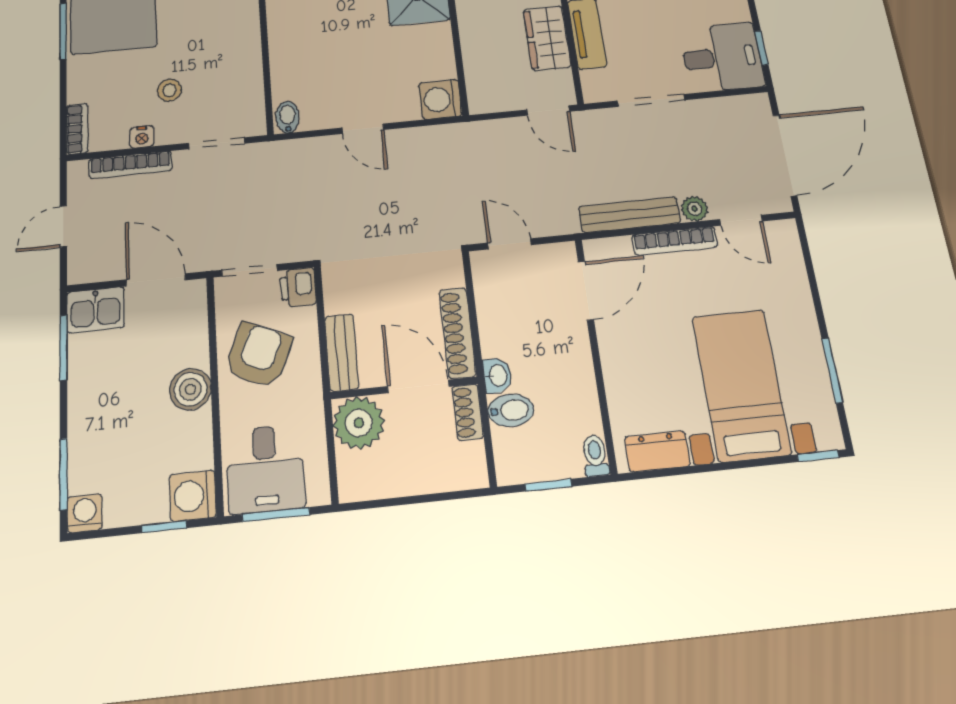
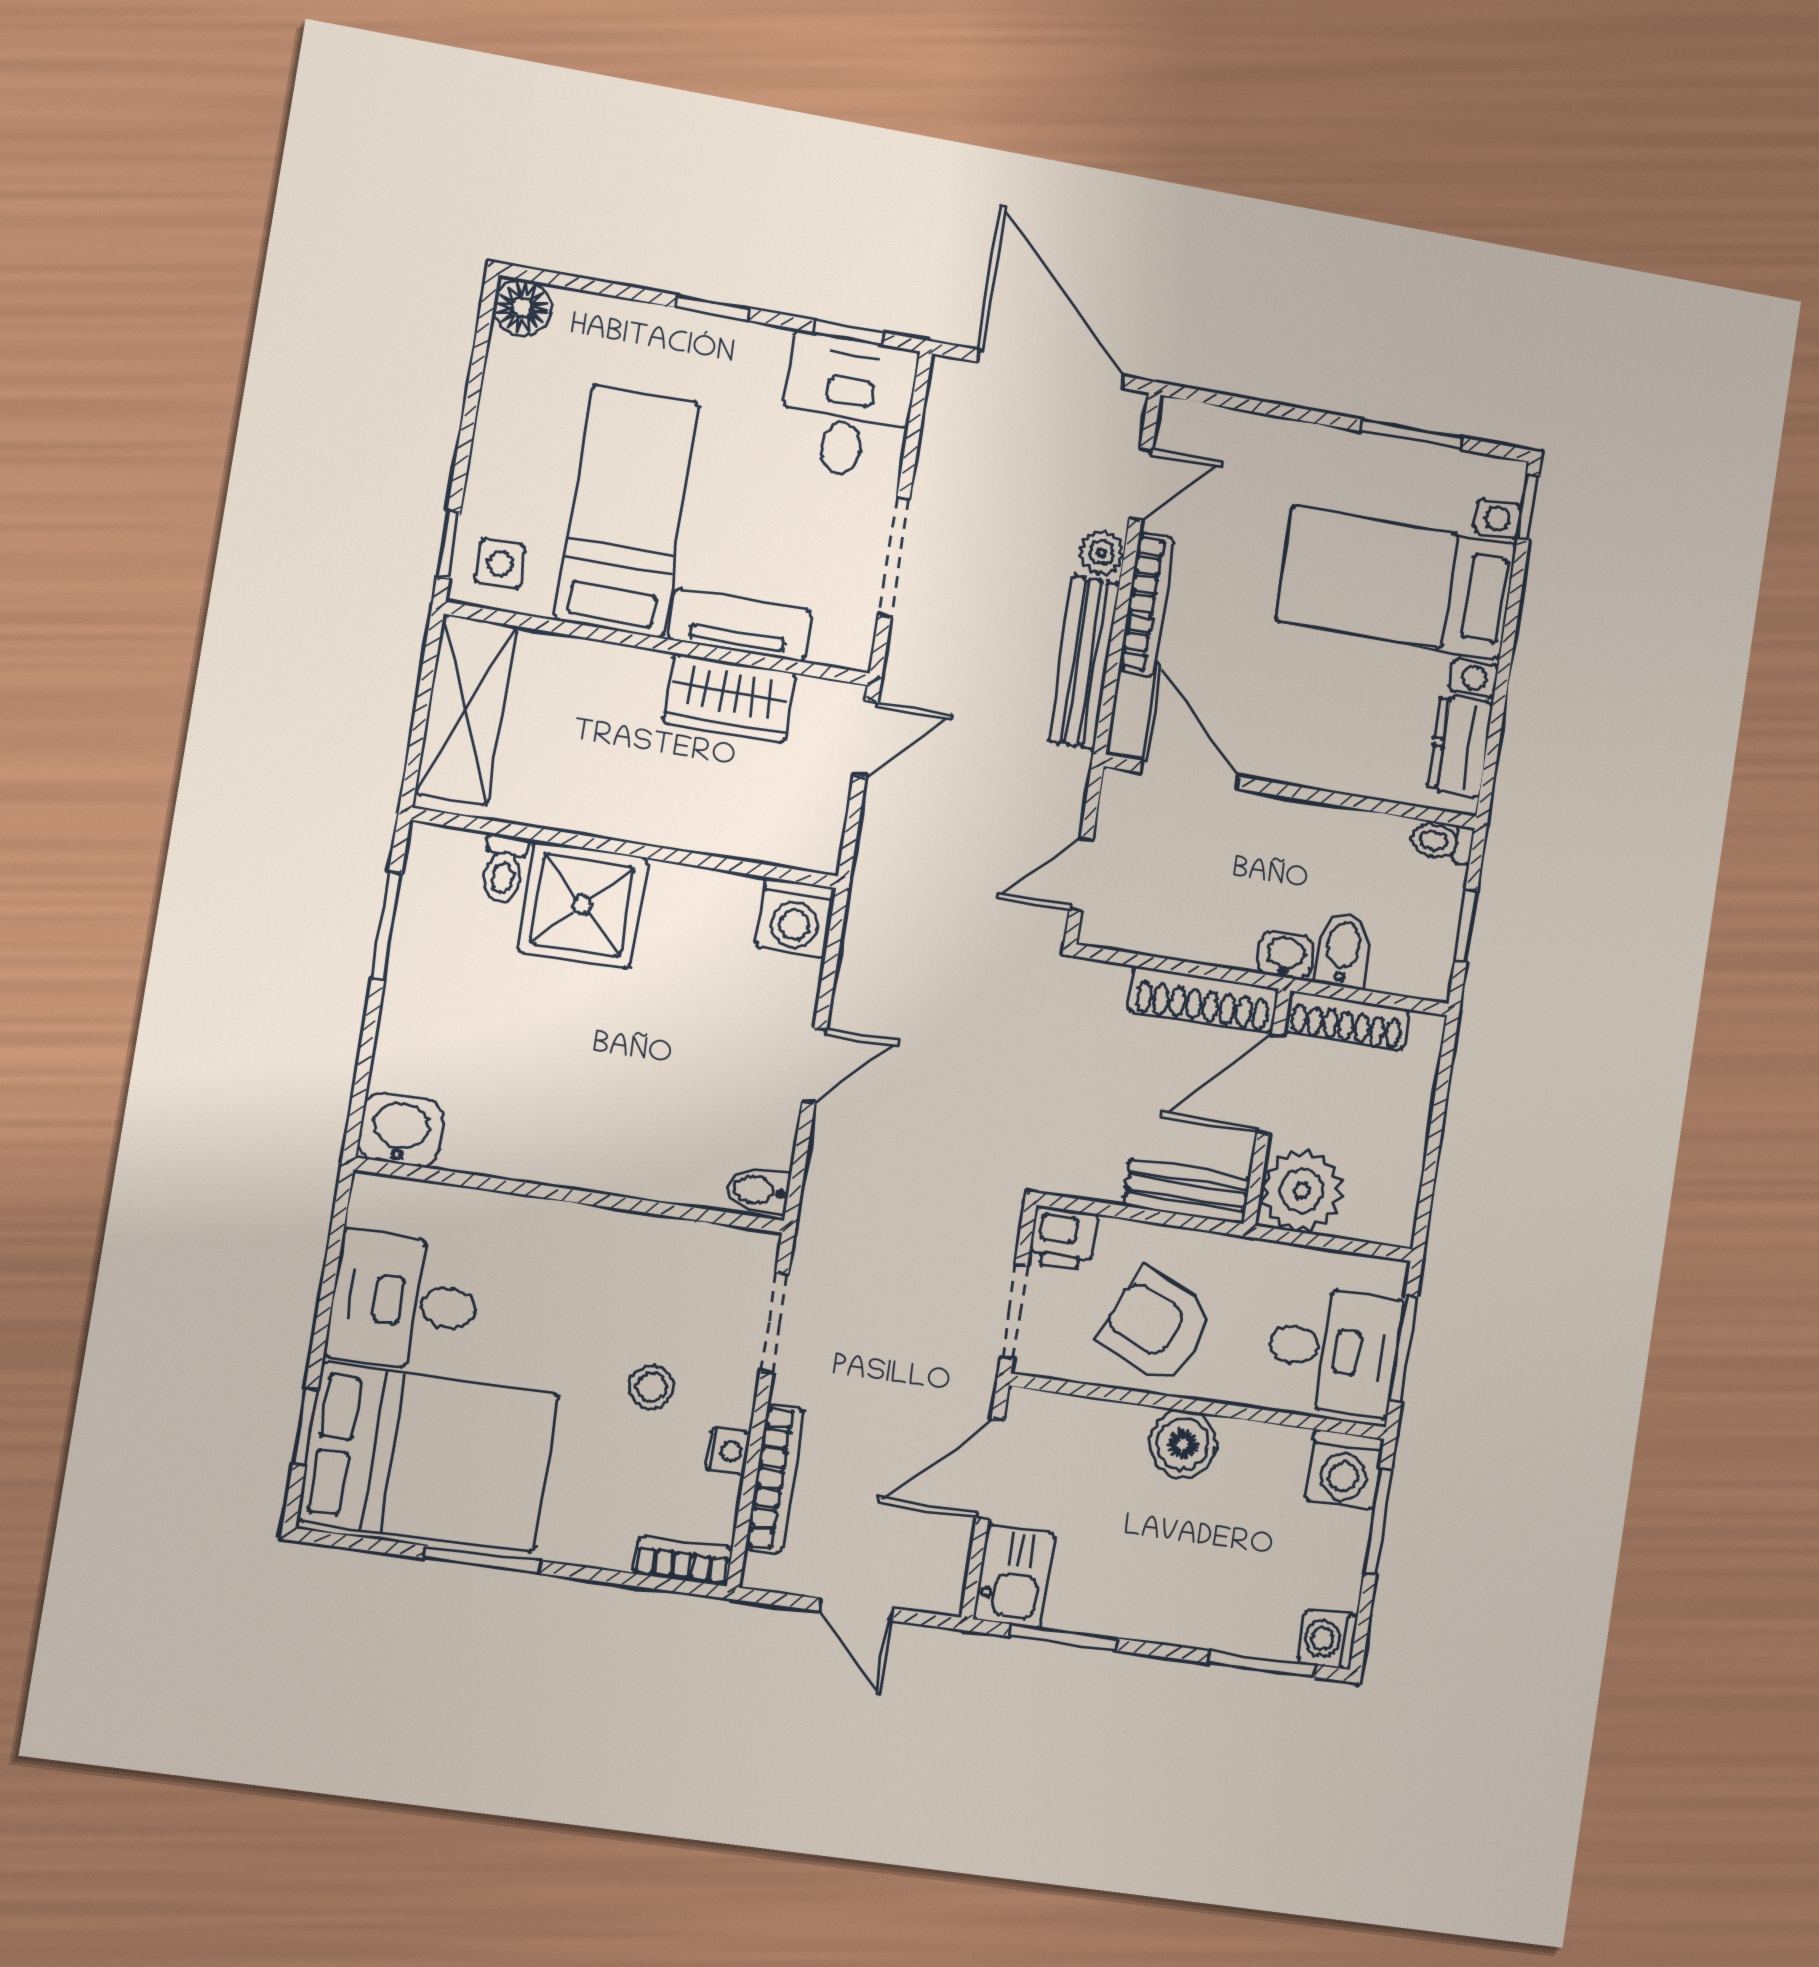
shoe rack: (468, 412) -> (1347, 1021), width x1.43
window: (164, 527) -> (1378, 1521), width x1.50

